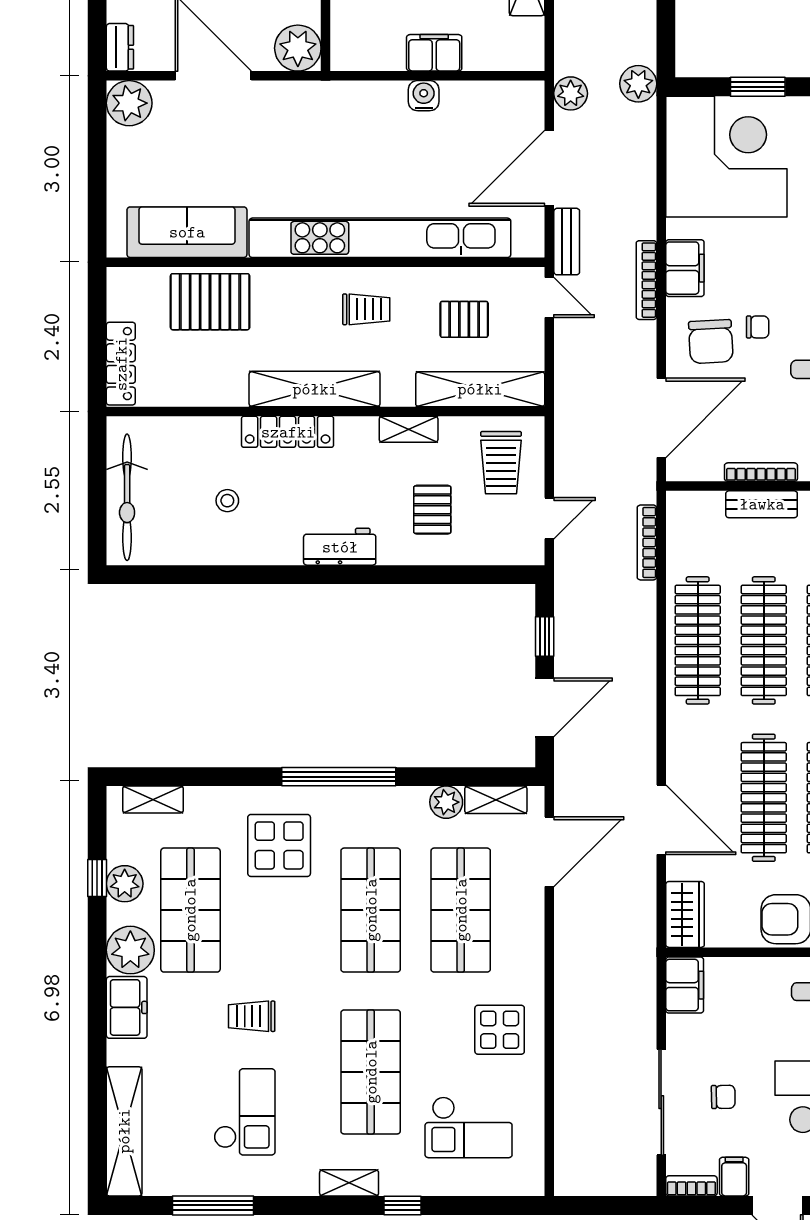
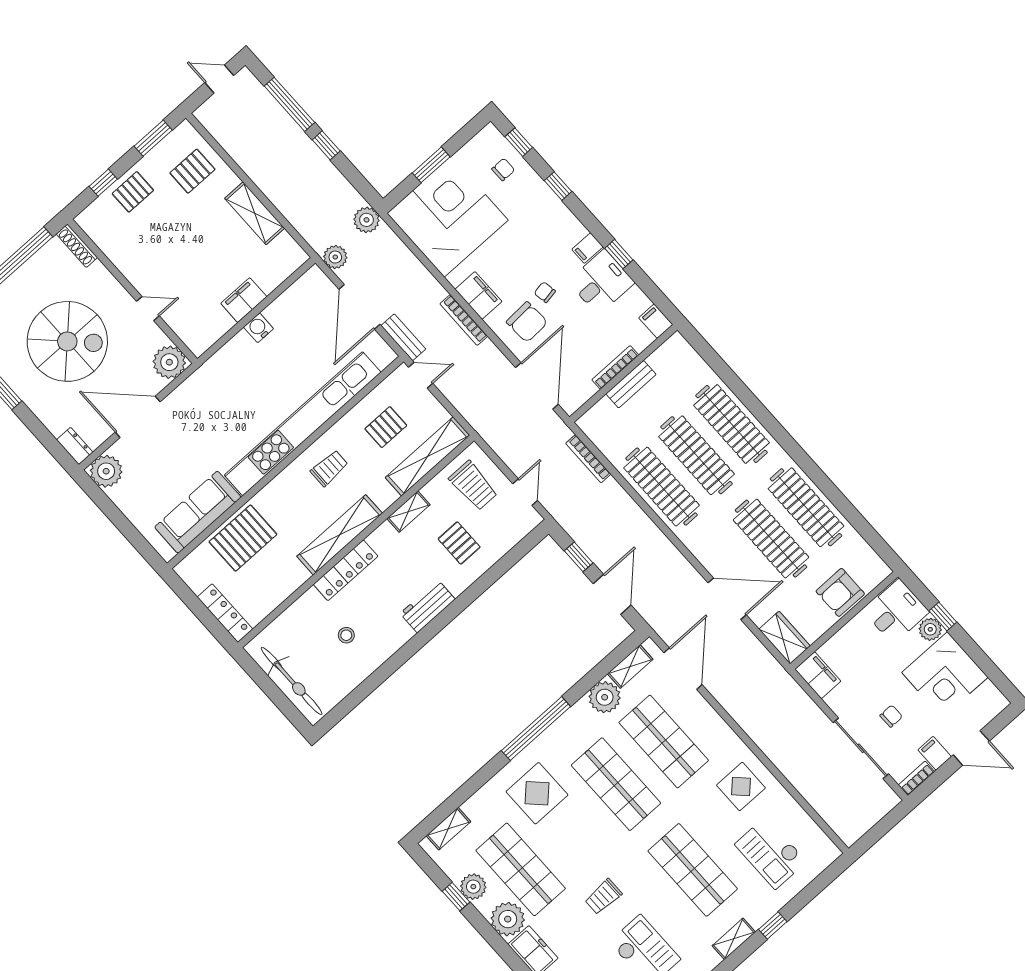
chair: (758, 327) -> (545, 292), turned -100
plant: (446, 802) -> (605, 697), width x1.36, depth x1.36
checkout: (469, 1127) -> (771, 853), turned 90

